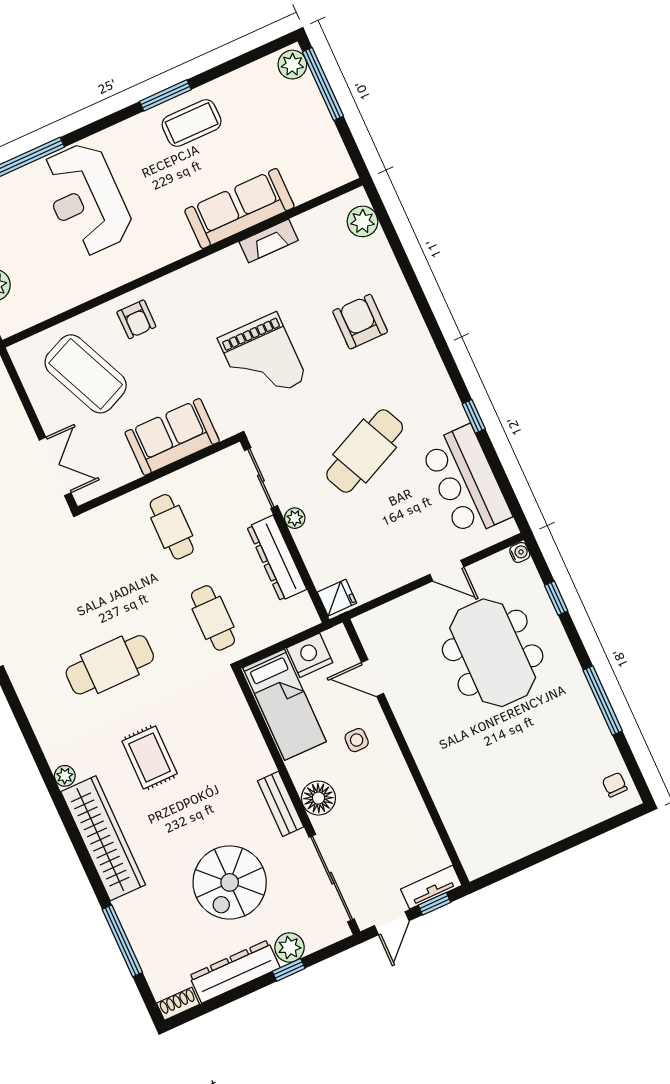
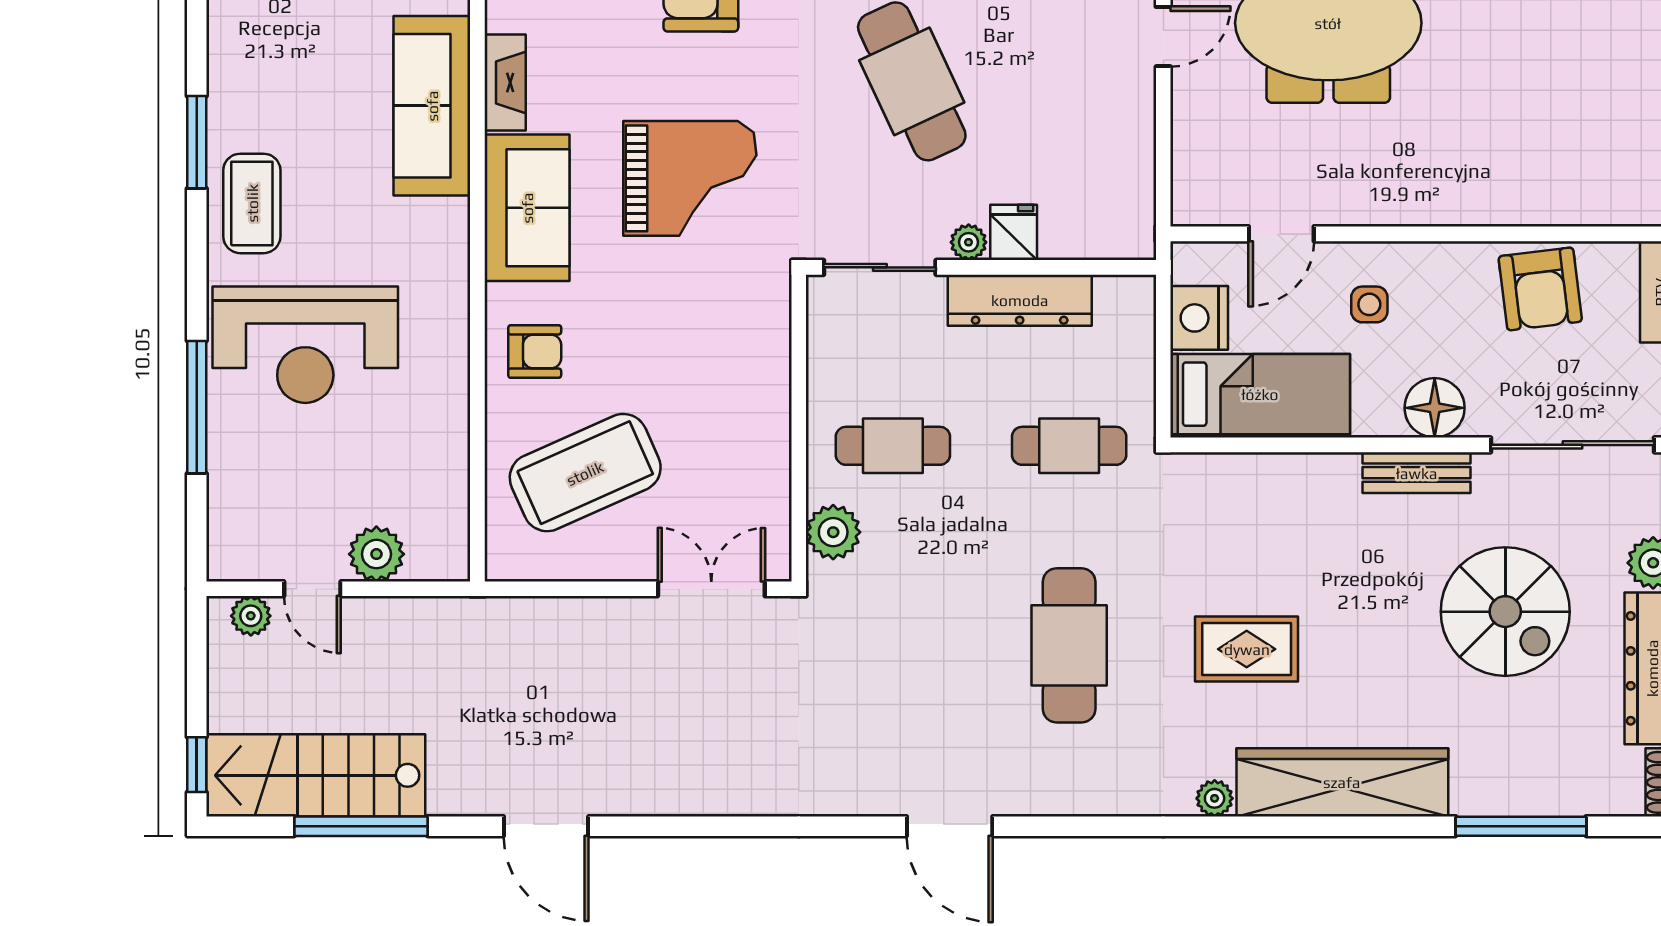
coffee table: (192, 123) -> (252, 203), moved
sofa: (172, 437) -> (527, 208), moved, turned 180
plant: (113, 516) -> (833, 532), added
fridge: (337, 598) -> (1014, 232), moved
armchair: (405, 825) -> (1540, 289), added

